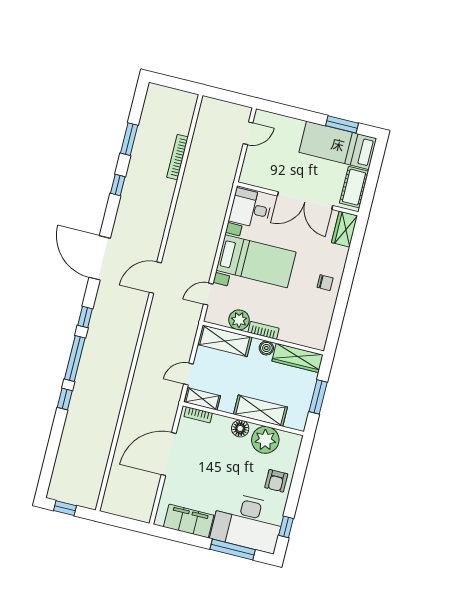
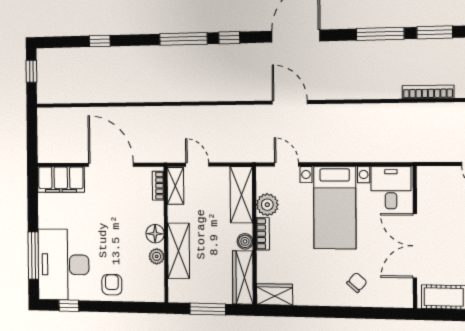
window: (118, 185) -> (380, 34), width x2.17
wardrobe: (345, 229) -> (275, 294), moved
chair: (325, 283) -> (357, 283), moved, turned -139
window: (65, 399) -> (100, 41), moved
plant: (265, 440) -> (157, 256), width x0.53, depth x0.53
armchair: (276, 481) -> (112, 285), turned 90
filing cabinet: (189, 521) -> (61, 180), moved, turned 90

